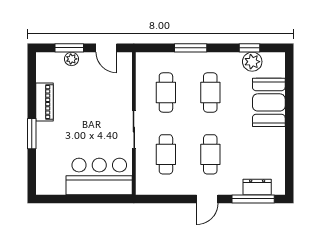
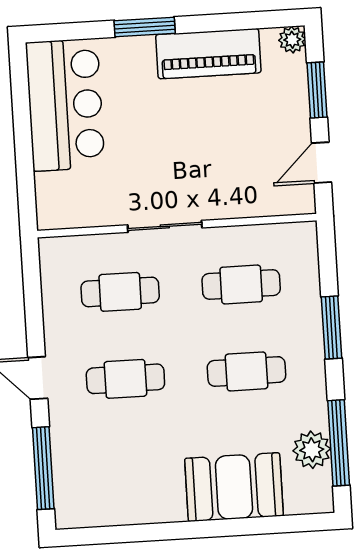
window: (250, 48) -> (339, 443), width x2.17
plant: (72, 59) -> (292, 40), moved
piano: (45, 102) -> (208, 54), width x1.37, depth x1.33
bar counter: (99, 176) -> (65, 105), moved
dresser: (257, 187) -> (67, 474), removed

